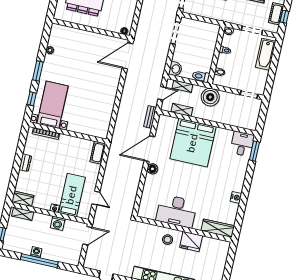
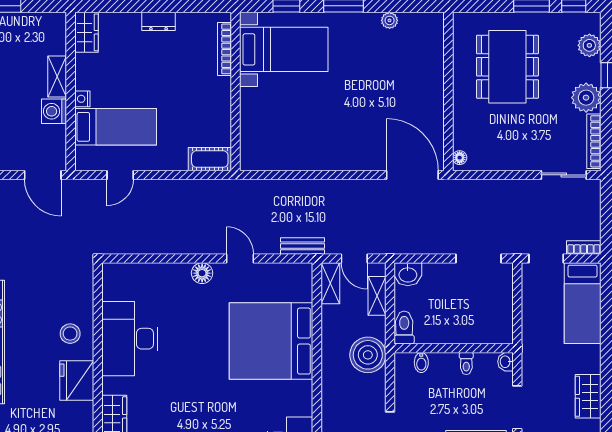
shelving: (182, 110) -> (330, 283), moved
door: (149, 149) -> (240, 258), width x0.53
shelving: (23, 214) -> (57, 77), moved

